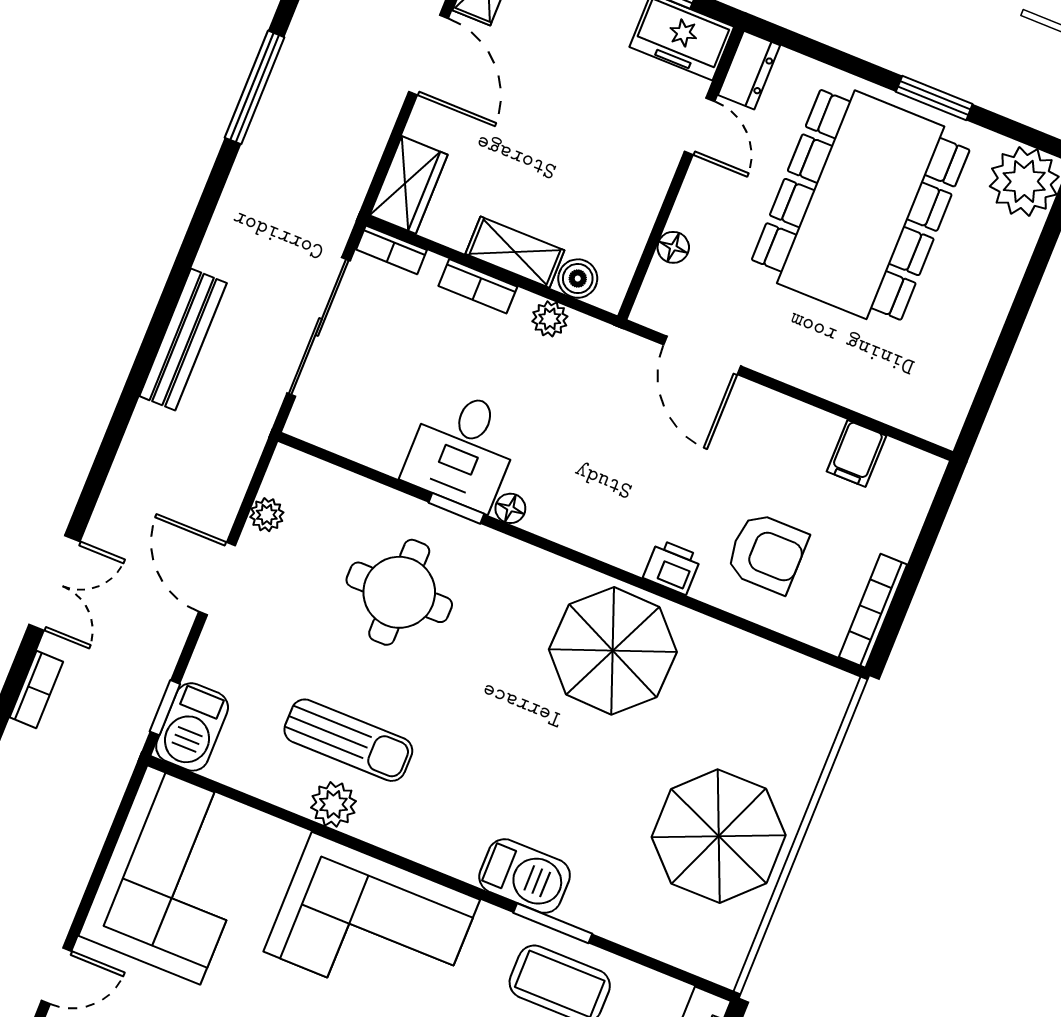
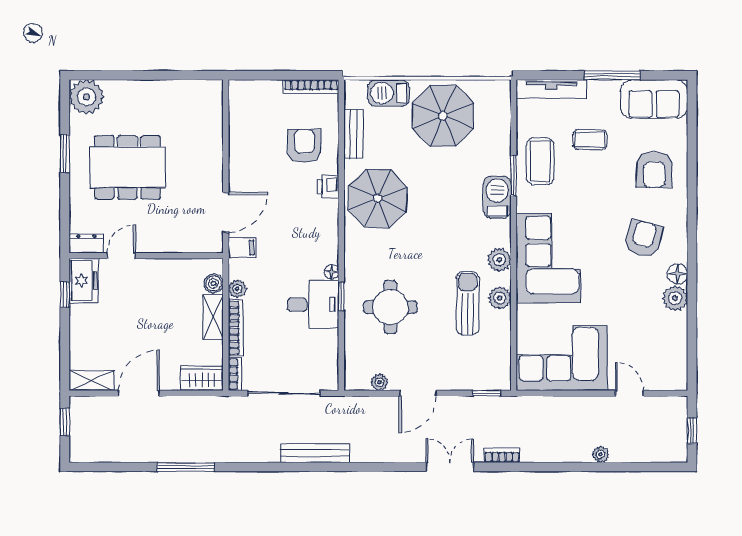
dining table: (861, 205) -> (127, 167), width x0.73, depth x0.80
floor lamp: (673, 247) -> (182, 245), removed
bookcase: (478, 286) -> (236, 328), width x1.56
filing cabinet: (856, 454) -> (242, 248), moved
bench: (752, 654) -> (353, 134), added
barbecue: (192, 727) -> (389, 93), moved, turned 180
plant: (406, 832) -> (499, 260), added

